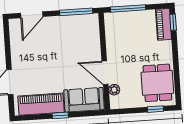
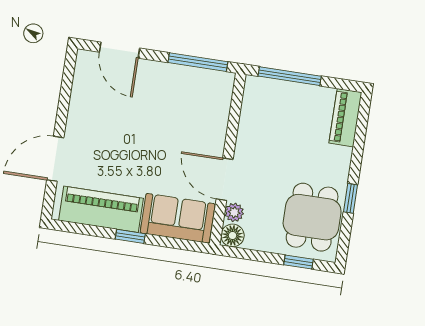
door: (32, 15) -> (119, 50), hinge flipped
window: (173, 22) -> (350, 198), moved
floor lamp: (116, 103) -> (233, 235), added

